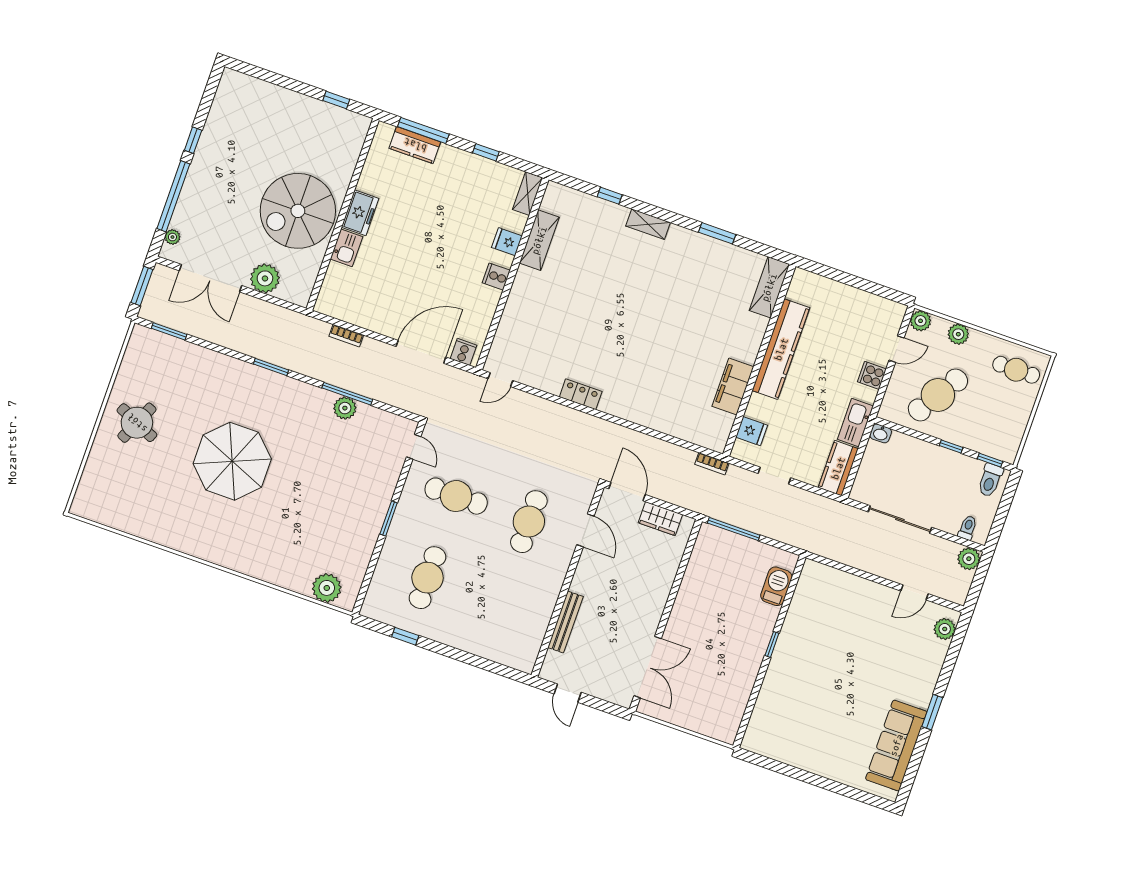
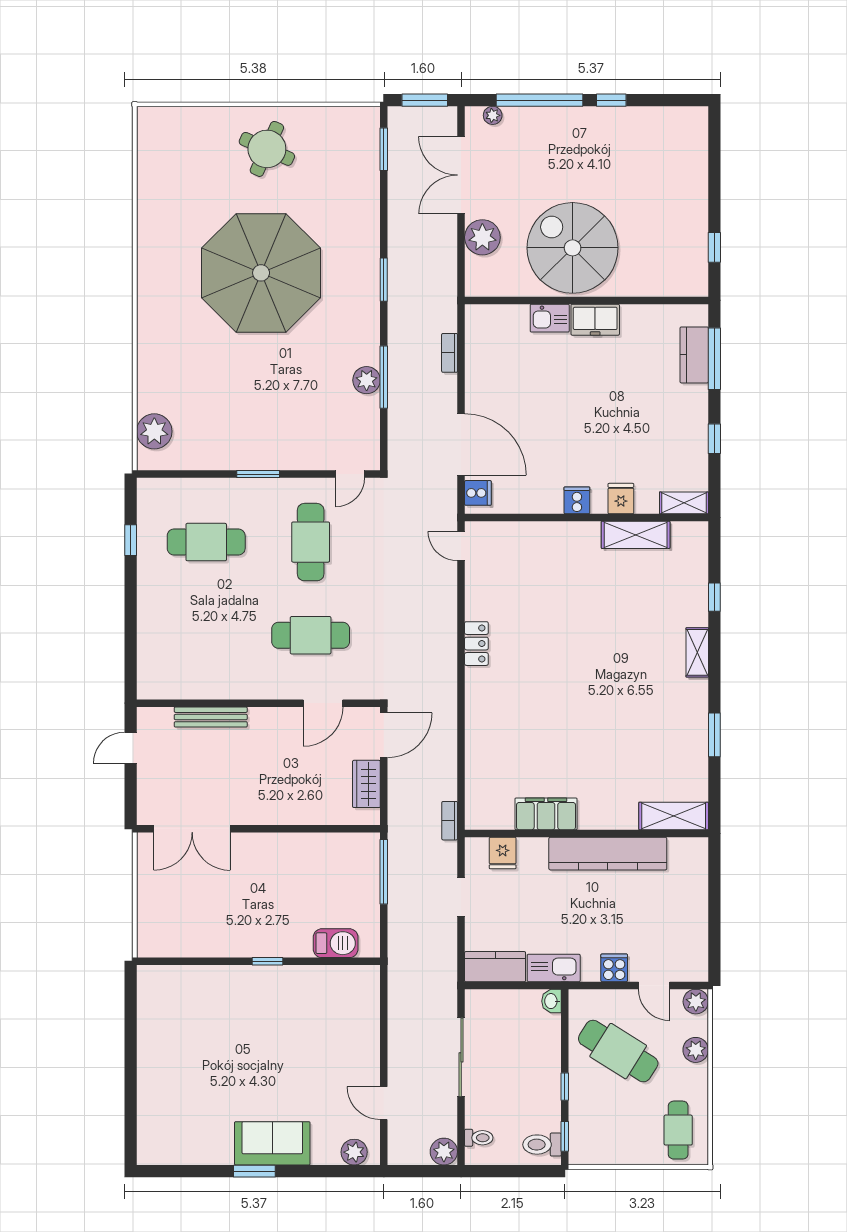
parasol: (232, 461) -> (261, 273), width x1.36, depth x1.36
sofa: (896, 745) -> (272, 1143), moved, width x0.73

